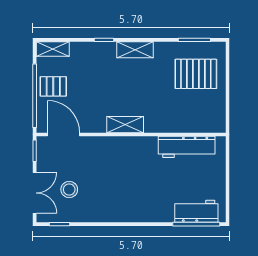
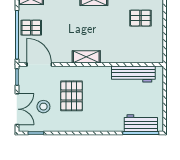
pallet: (196, 74) -> (140, 18), width x0.67, depth x0.71
pallet: (106, 176) -> (72, 96), added

